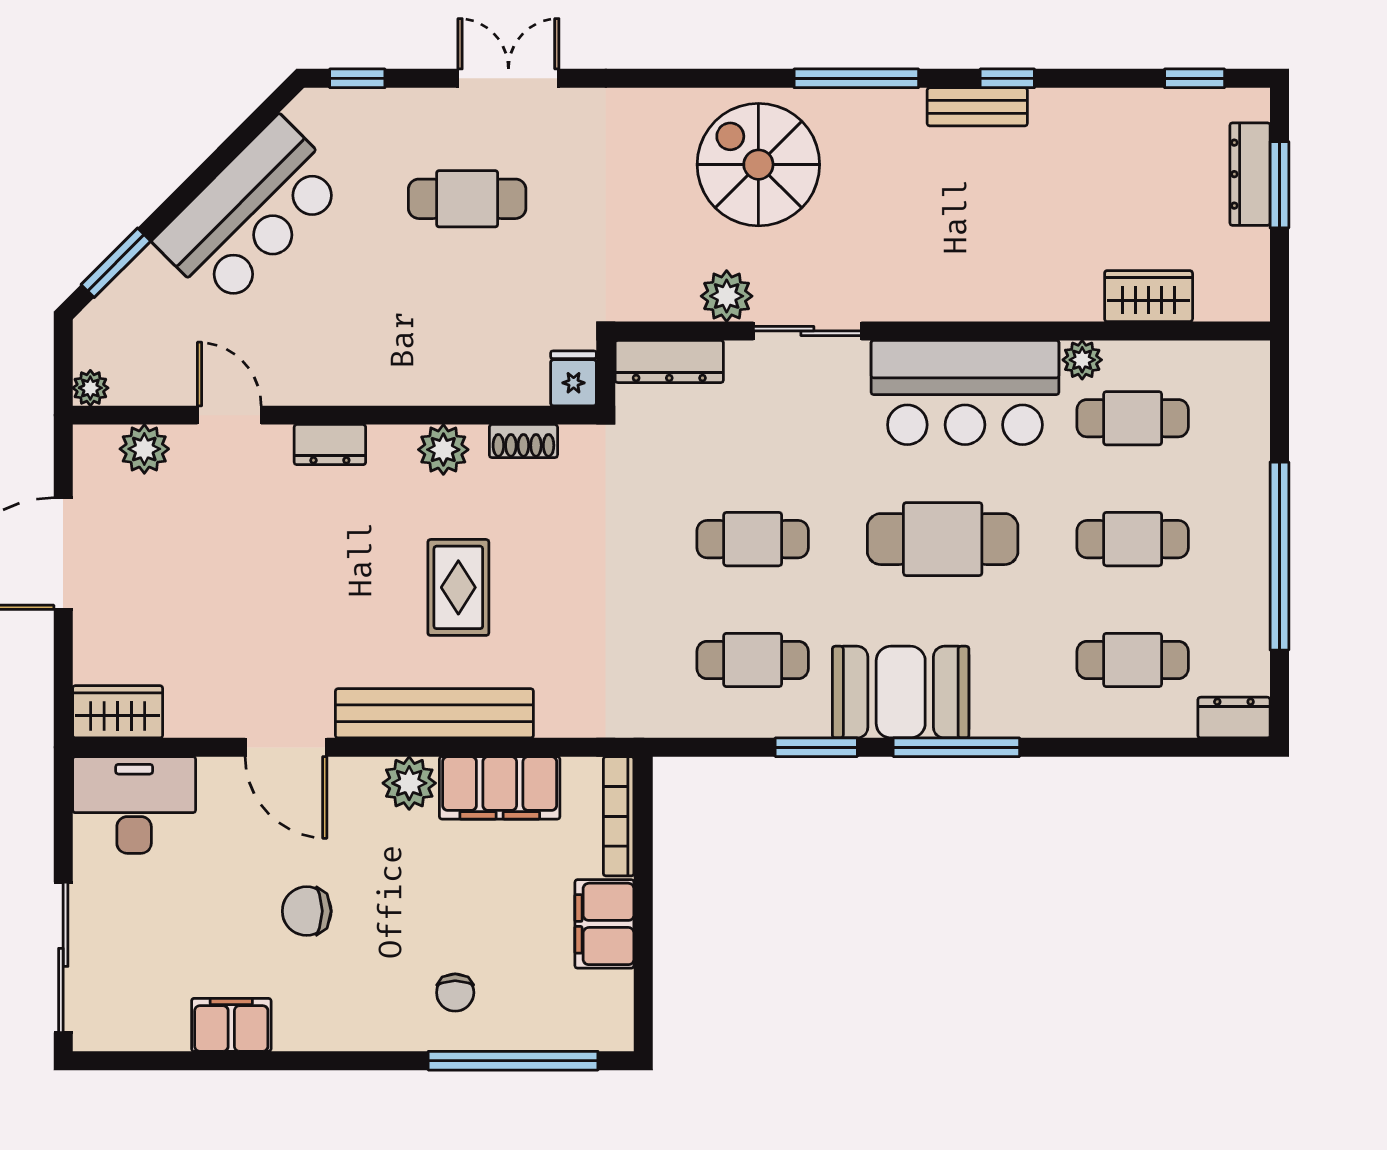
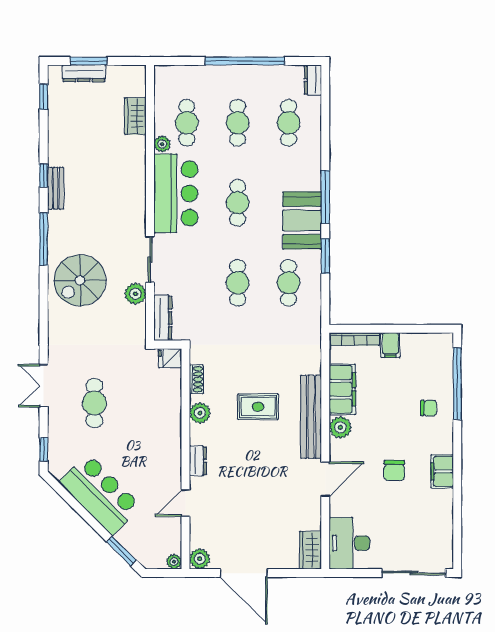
plant: (144, 449) -> (200, 559), moved
cafe table: (943, 539) -> (238, 203), width x0.73, depth x0.74
filing cabinet: (604, 924) -> (390, 345), width x0.50
filing cabinet: (231, 1025) -> (442, 471), moved

